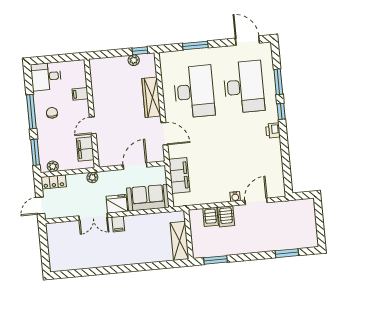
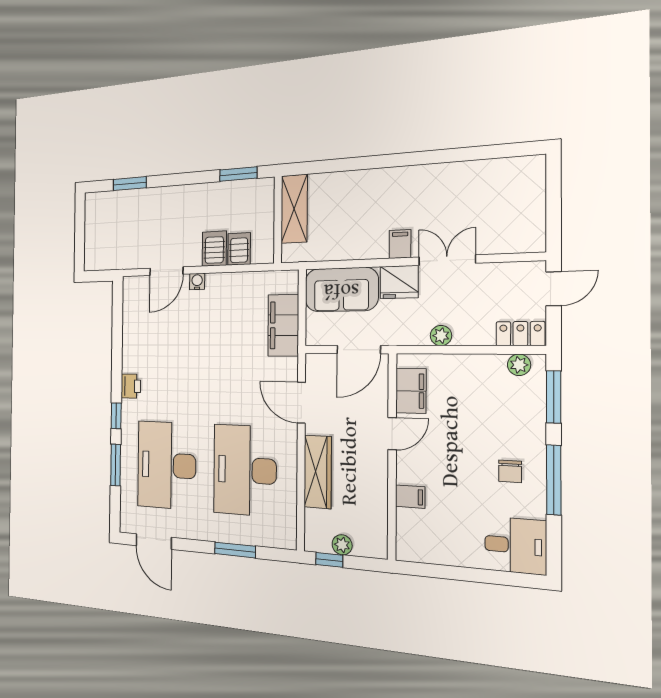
filing cabinet: (80, 94) -> (410, 497), moved
wall: (92, 113) -> (392, 456), moved
door: (93, 125) -> (392, 434), moved
filing cabinet: (85, 149) -> (411, 391), moved

